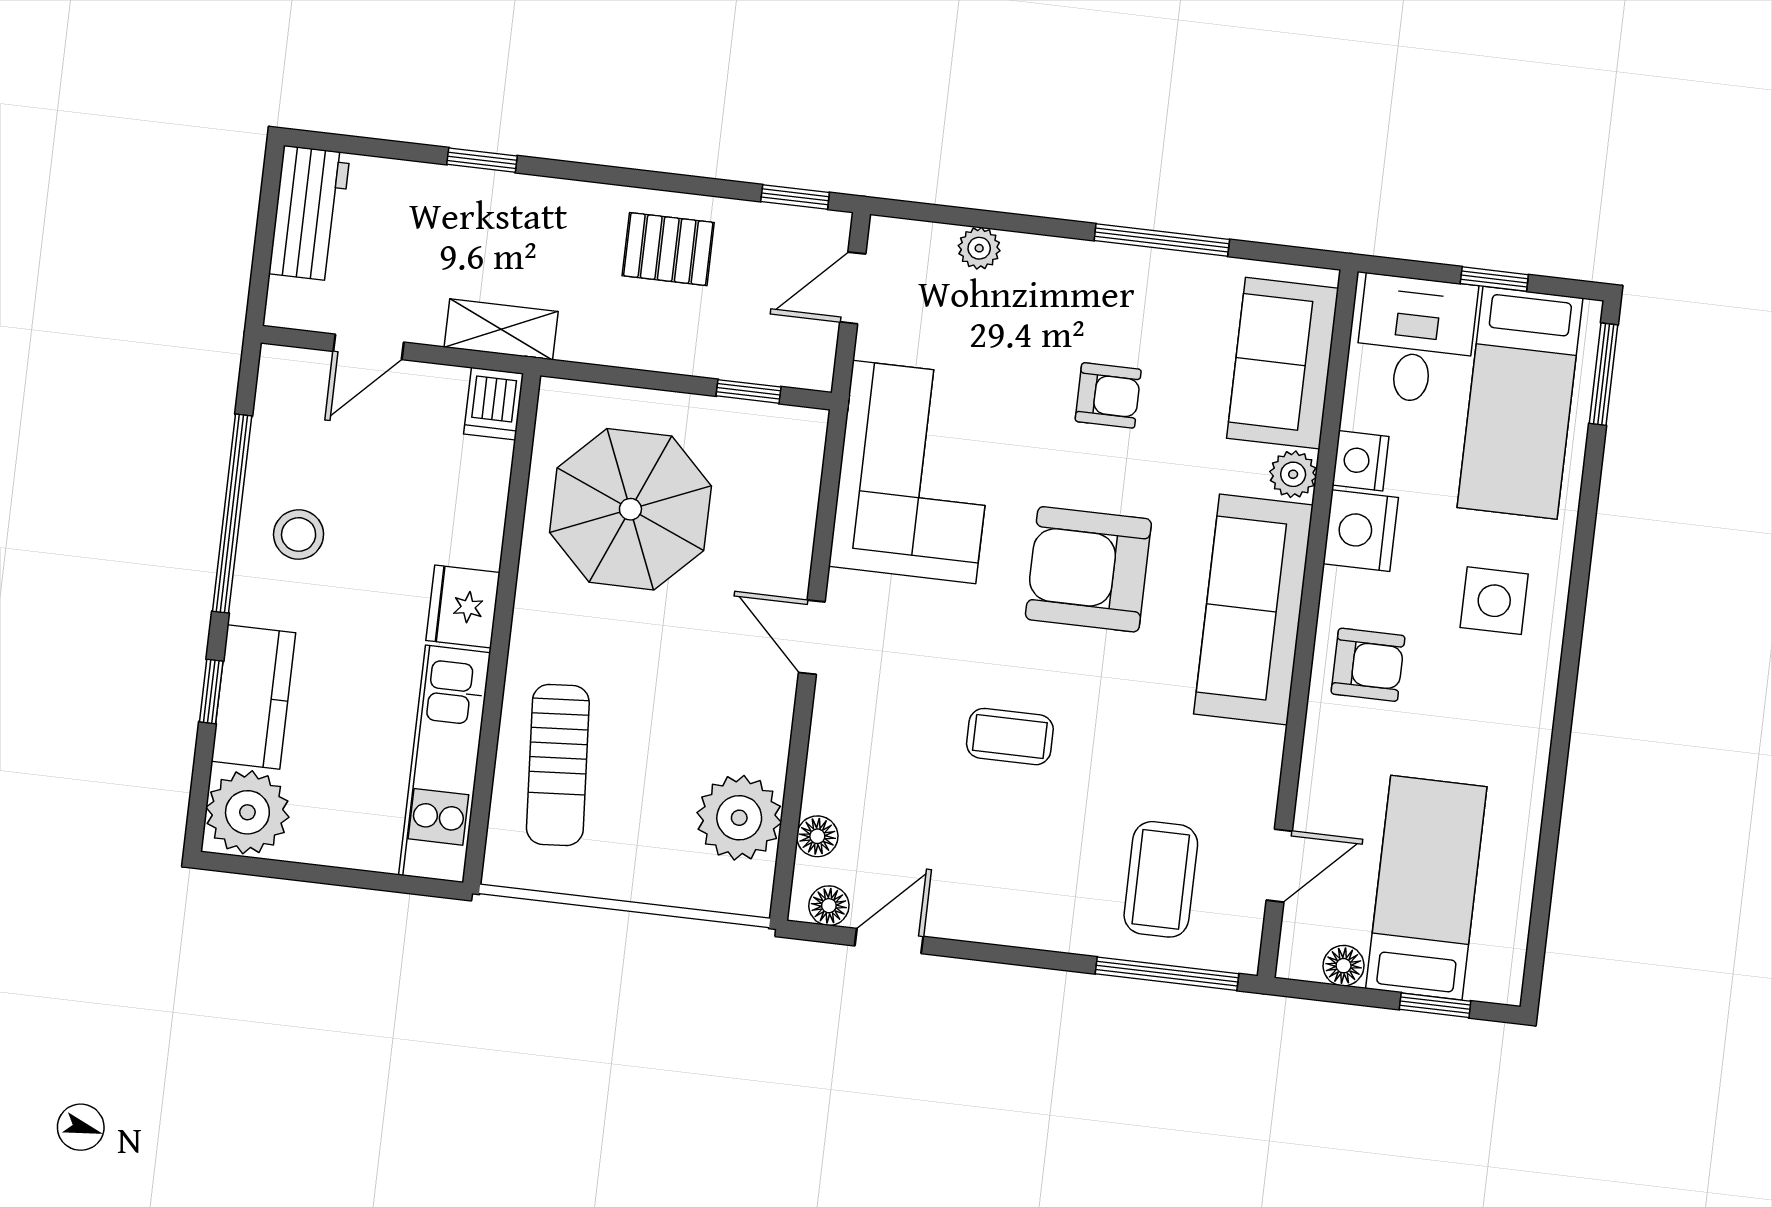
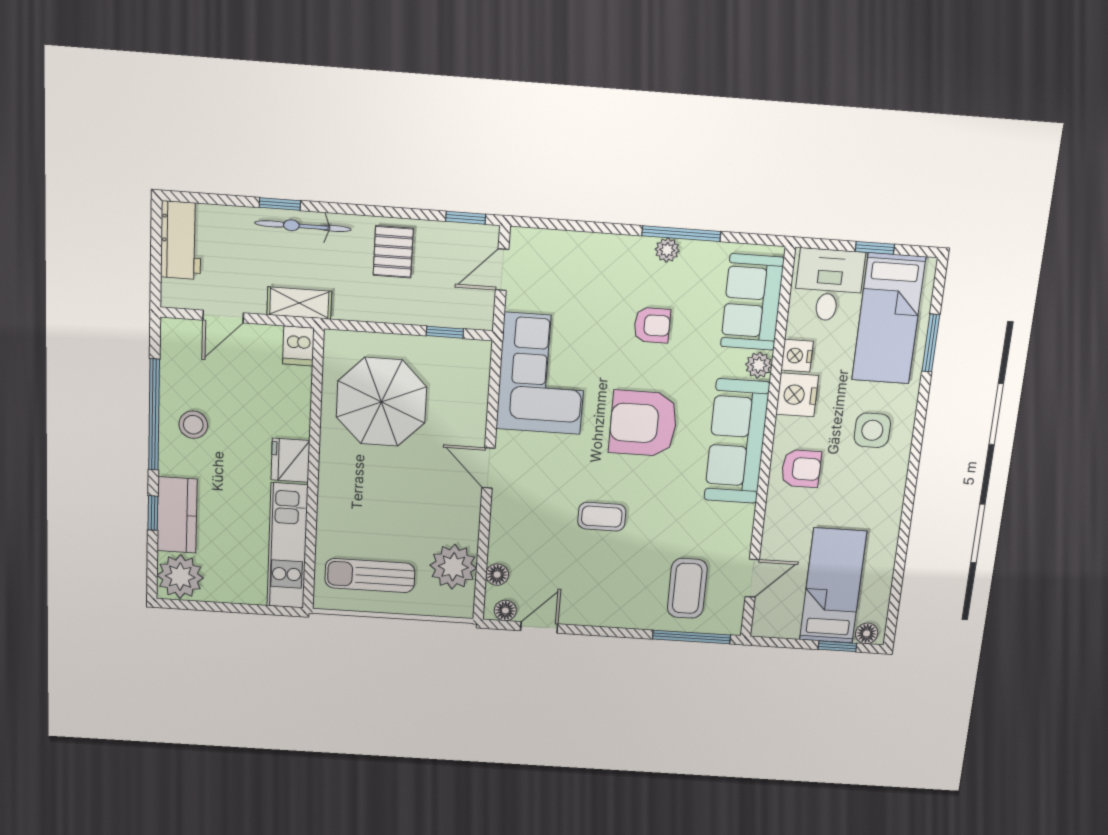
bicycle: (518, 199) -> (303, 226), added
plant: (979, 248) -> (667, 250), moved
pallet: (668, 249) -> (393, 252), turned 90
window: (1604, 374) -> (931, 343), moved
sun lounger: (558, 765) -> (370, 576), moved, turned 94
floor lamp: (1344, 966) -> (867, 633), moved

